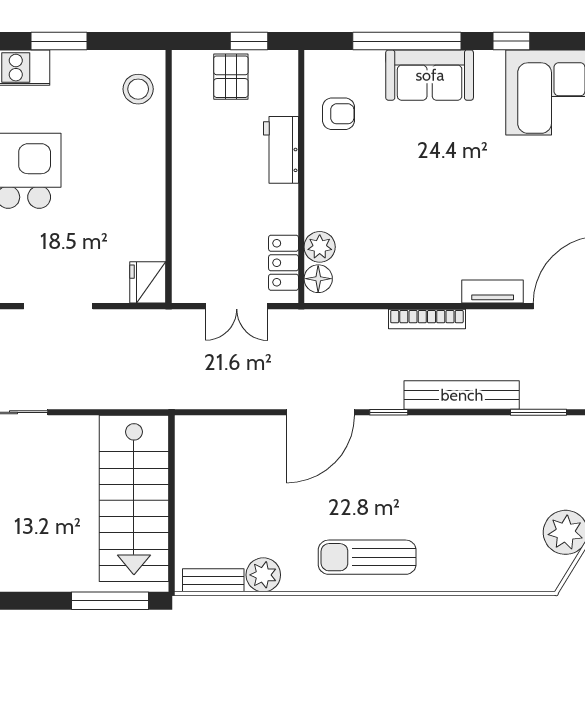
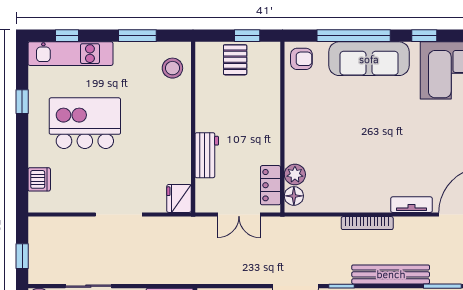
window: (59, 41) -> (137, 36), moved
sofa: (430, 75) -> (369, 59), width x1.36
armchair: (338, 114) -> (301, 59), moved
workbench: (281, 150) -> (207, 155), moved, turned 180

